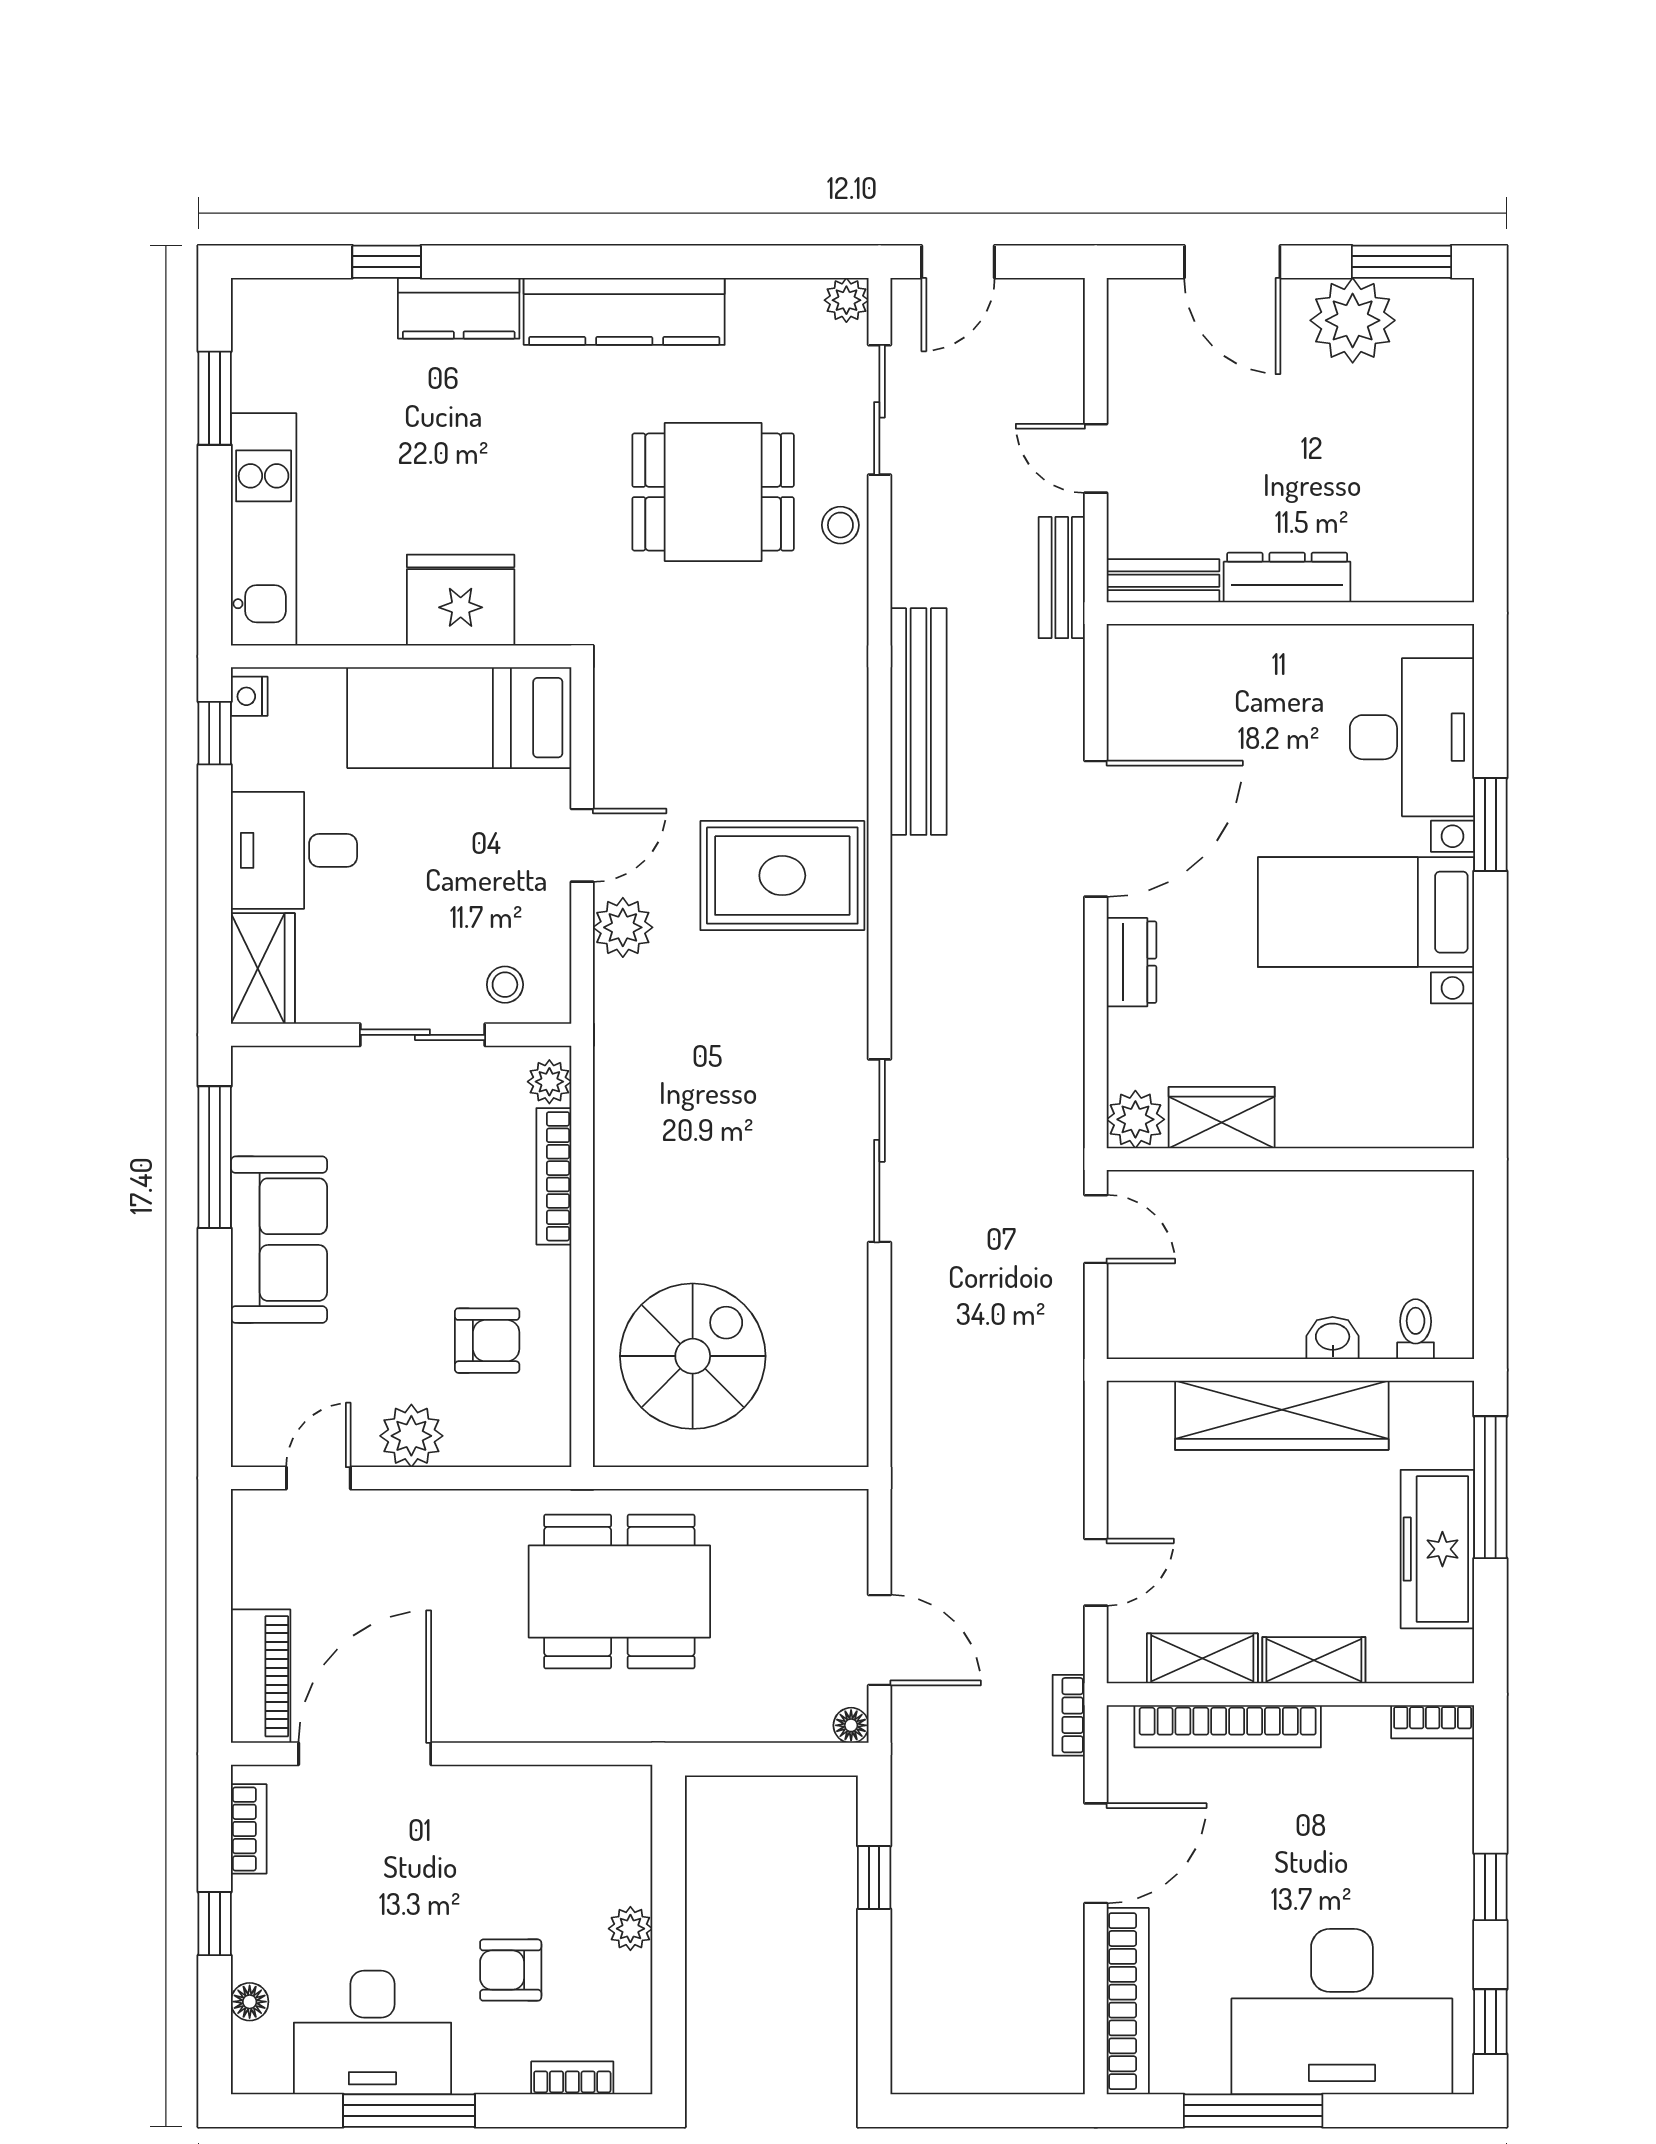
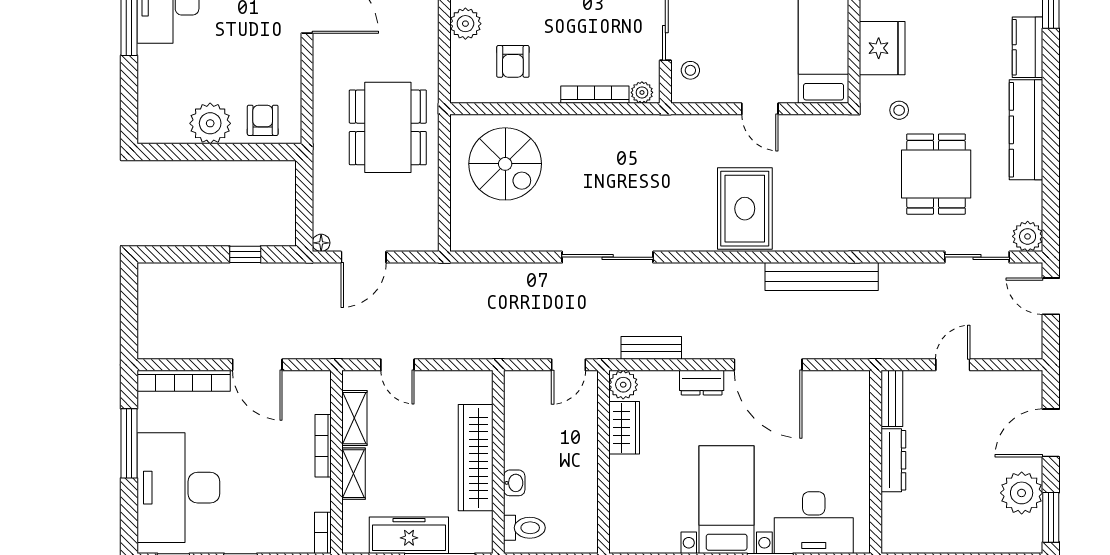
plant: (846, 300) -> (1028, 236), width x1.38, depth x1.38
stool: (840, 525) -> (899, 110), moved
bench: (1062, 578) -> (651, 348), moved
plant: (623, 927) -> (719, 129), removed
toilet: (1416, 1329) -> (524, 528), width x1.37, depth x1.39
bookcase: (1069, 1715) -> (326, 351), removed
bookcase: (1228, 1726) -> (323, 446), width x0.68, depth x0.76
plant: (630, 1929) -> (210, 123), width x1.88, depth x1.88
armchair: (511, 1970) -> (263, 120), moved
bookcase: (572, 2078) -> (145, 104), removed

